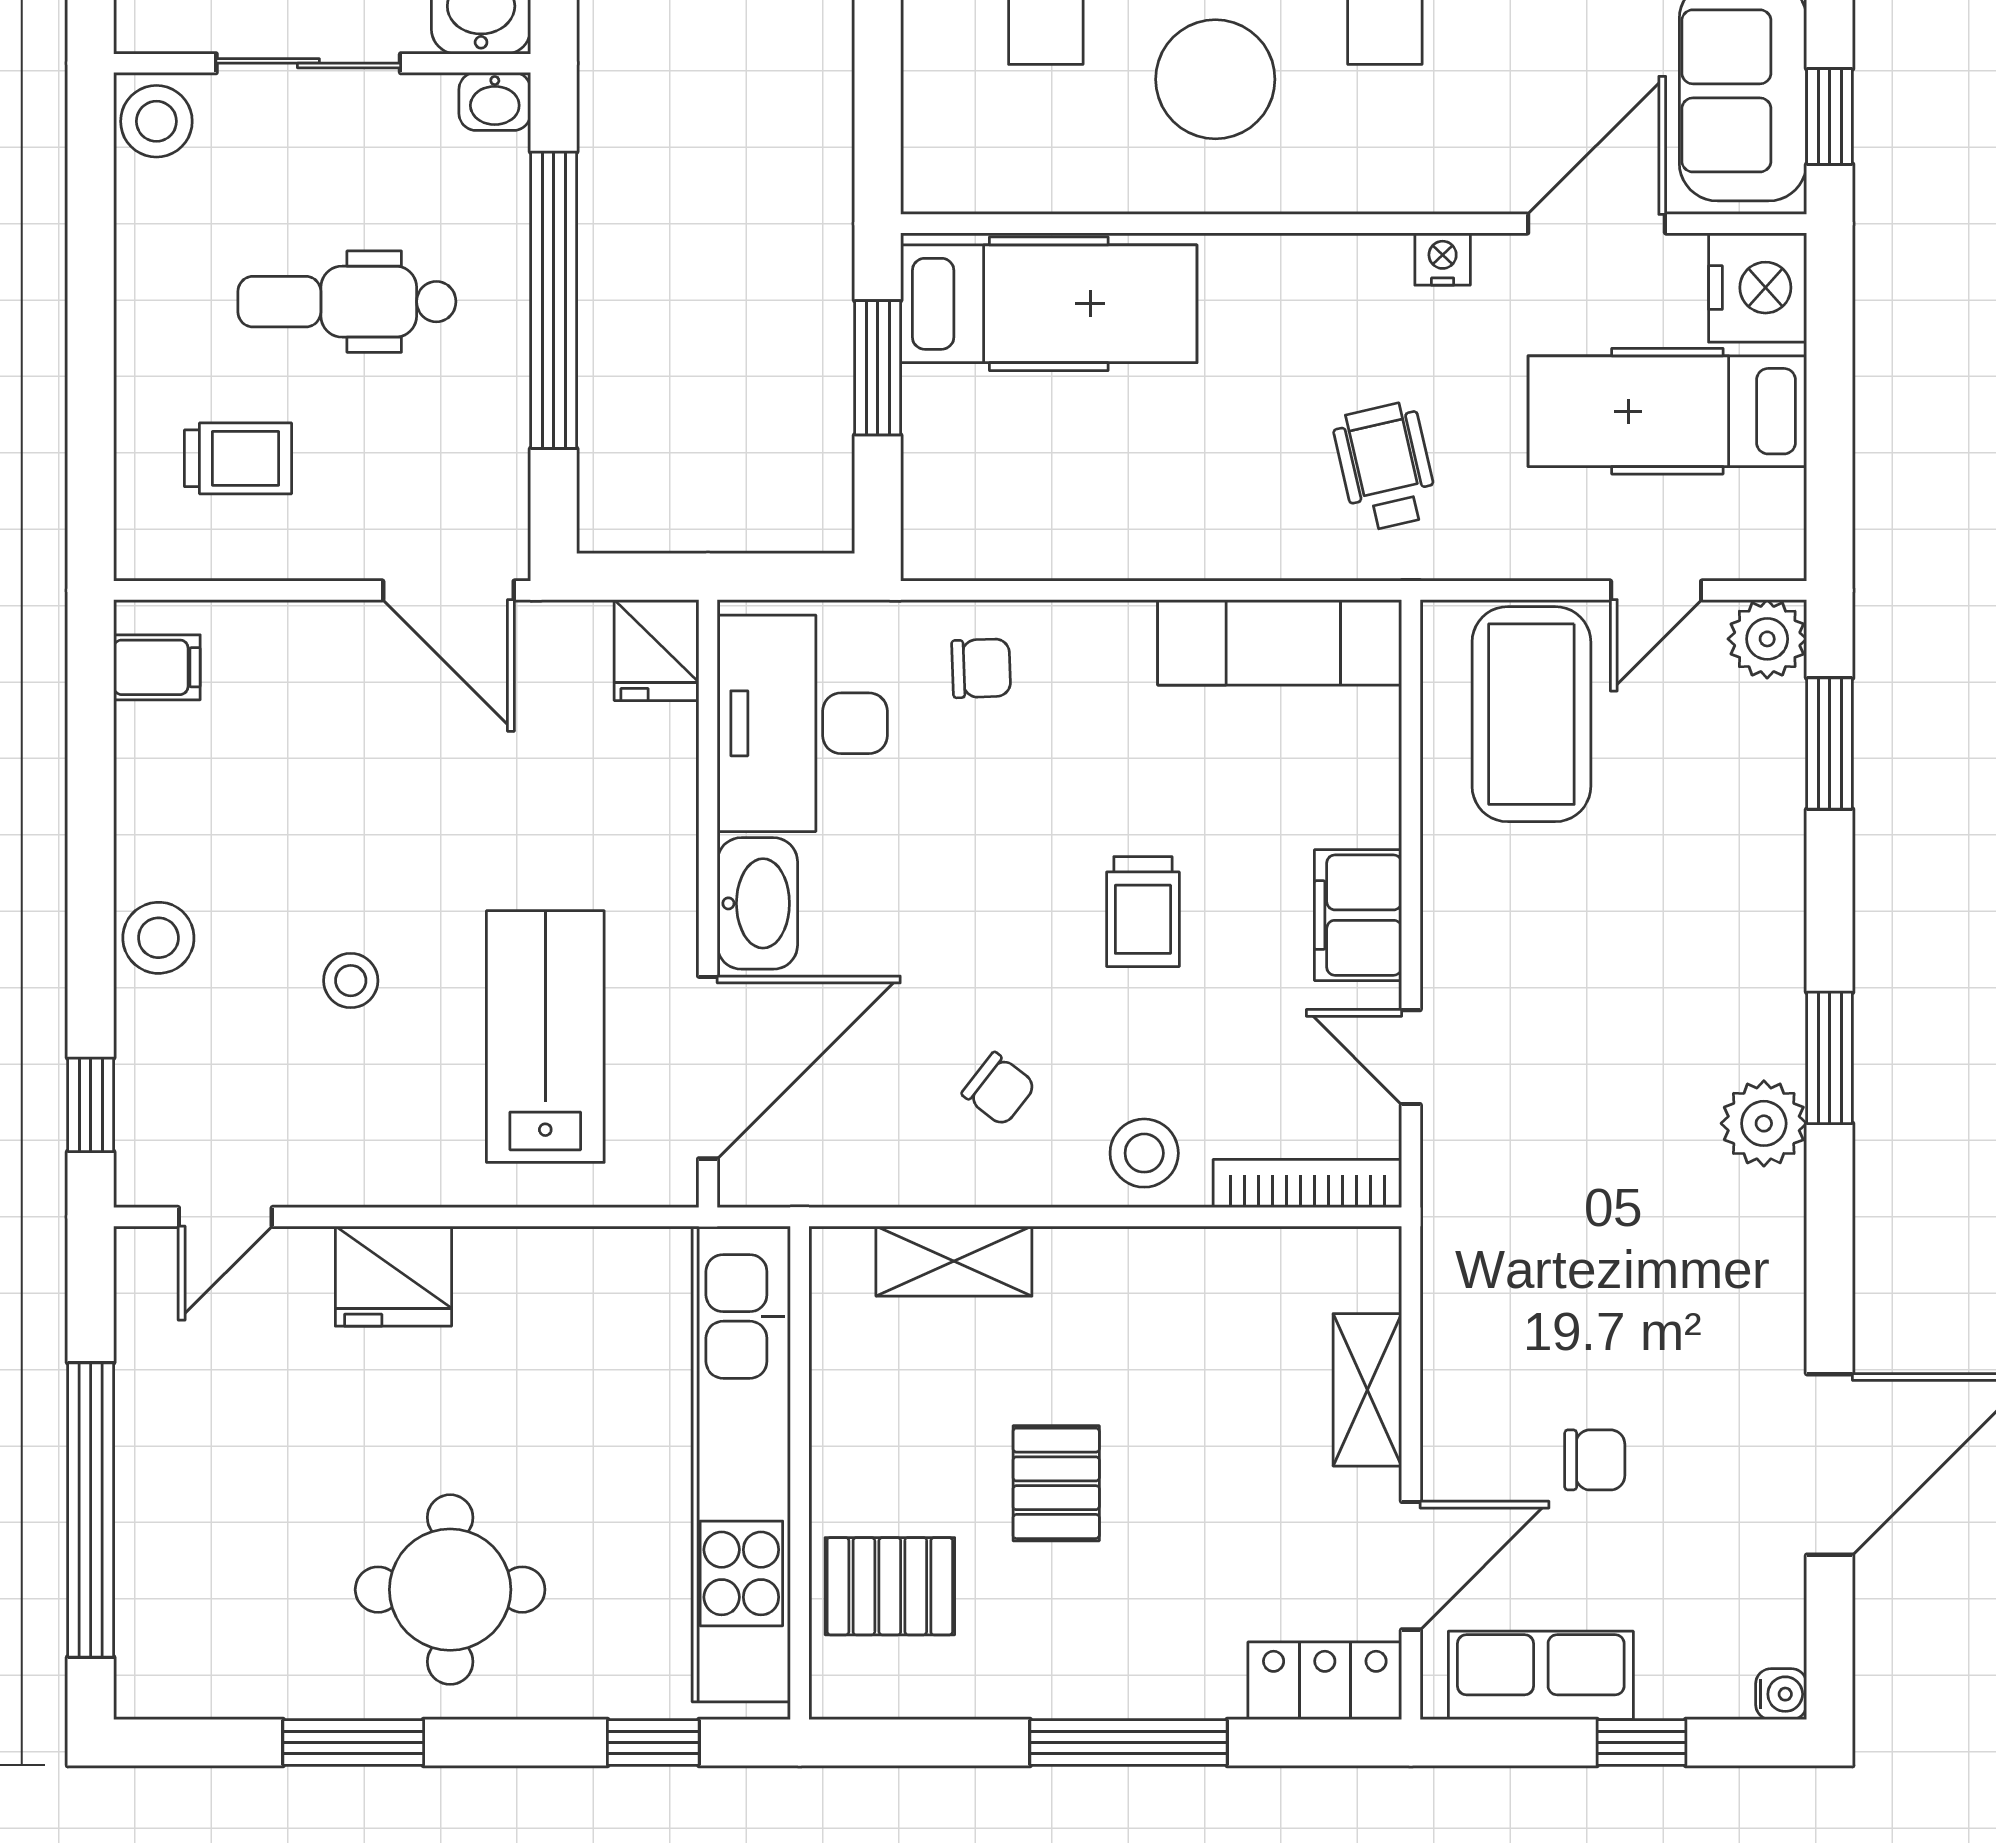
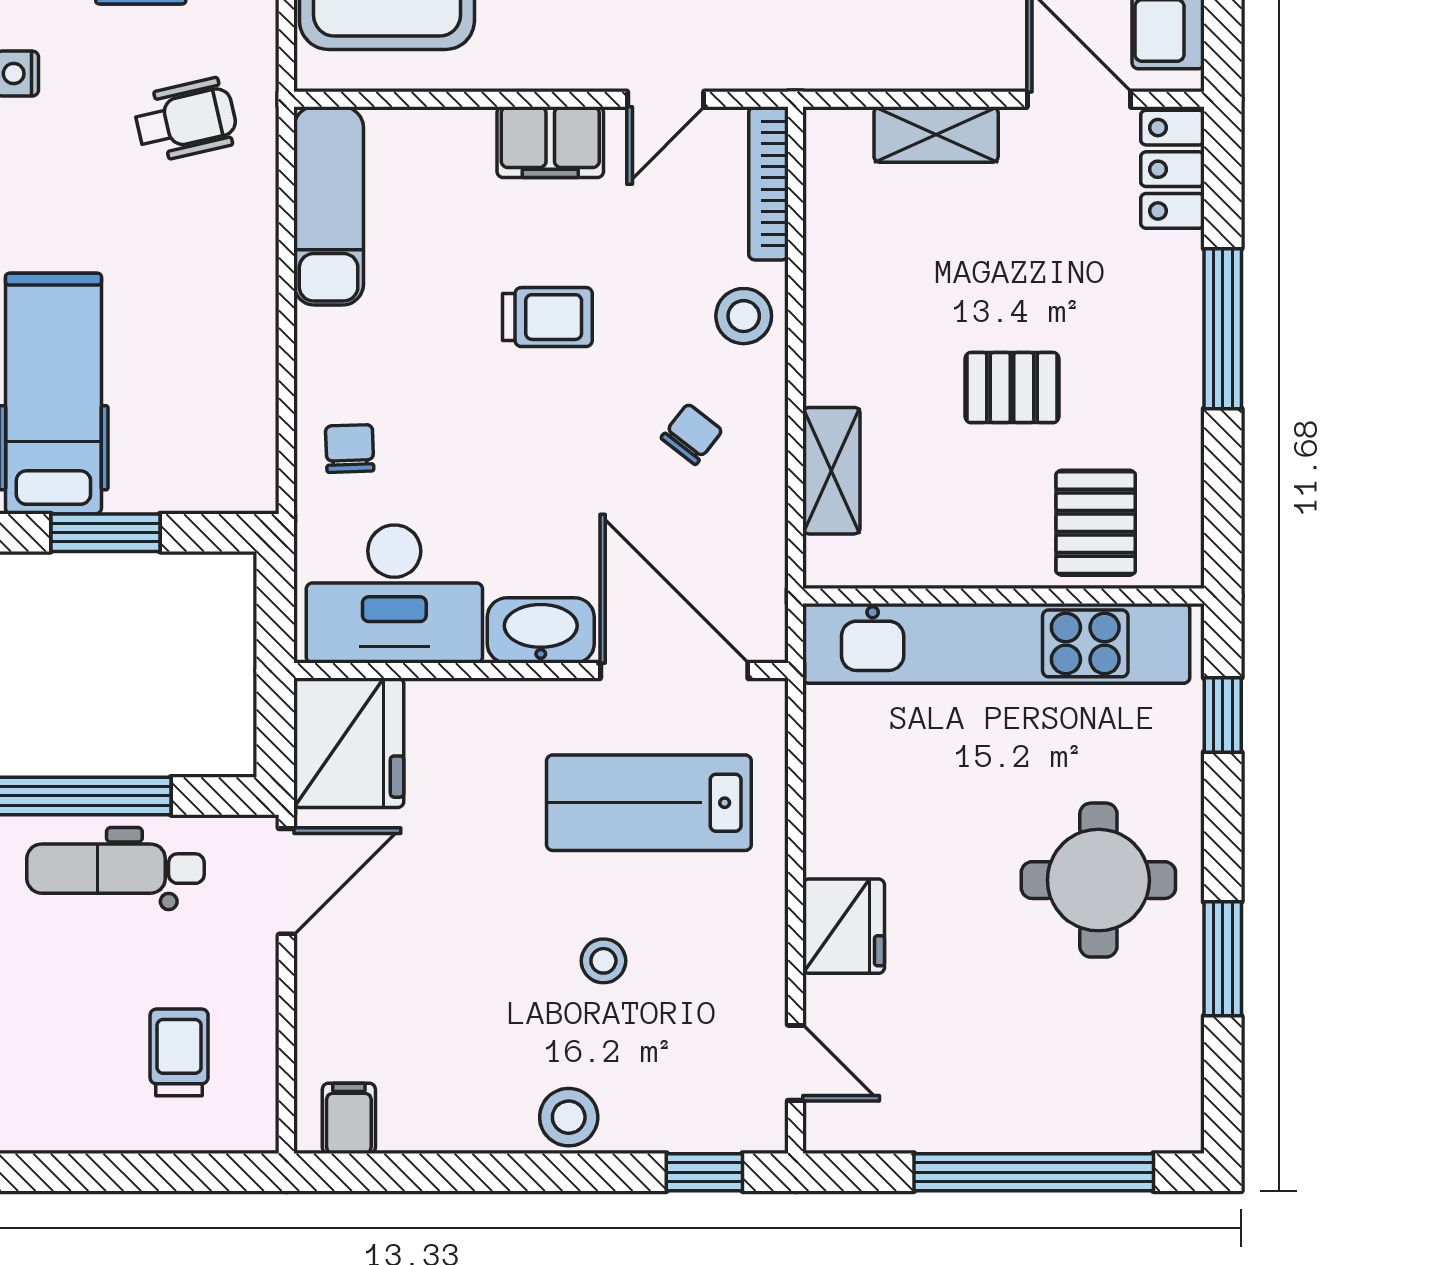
dental chair: (347, 302) -> (116, 869), moved, turned 90
wheelchair: (1385, 467) -> (186, 120), turned 180
fridge: (656, 650) -> (349, 743), width x1.88, depth x1.34

